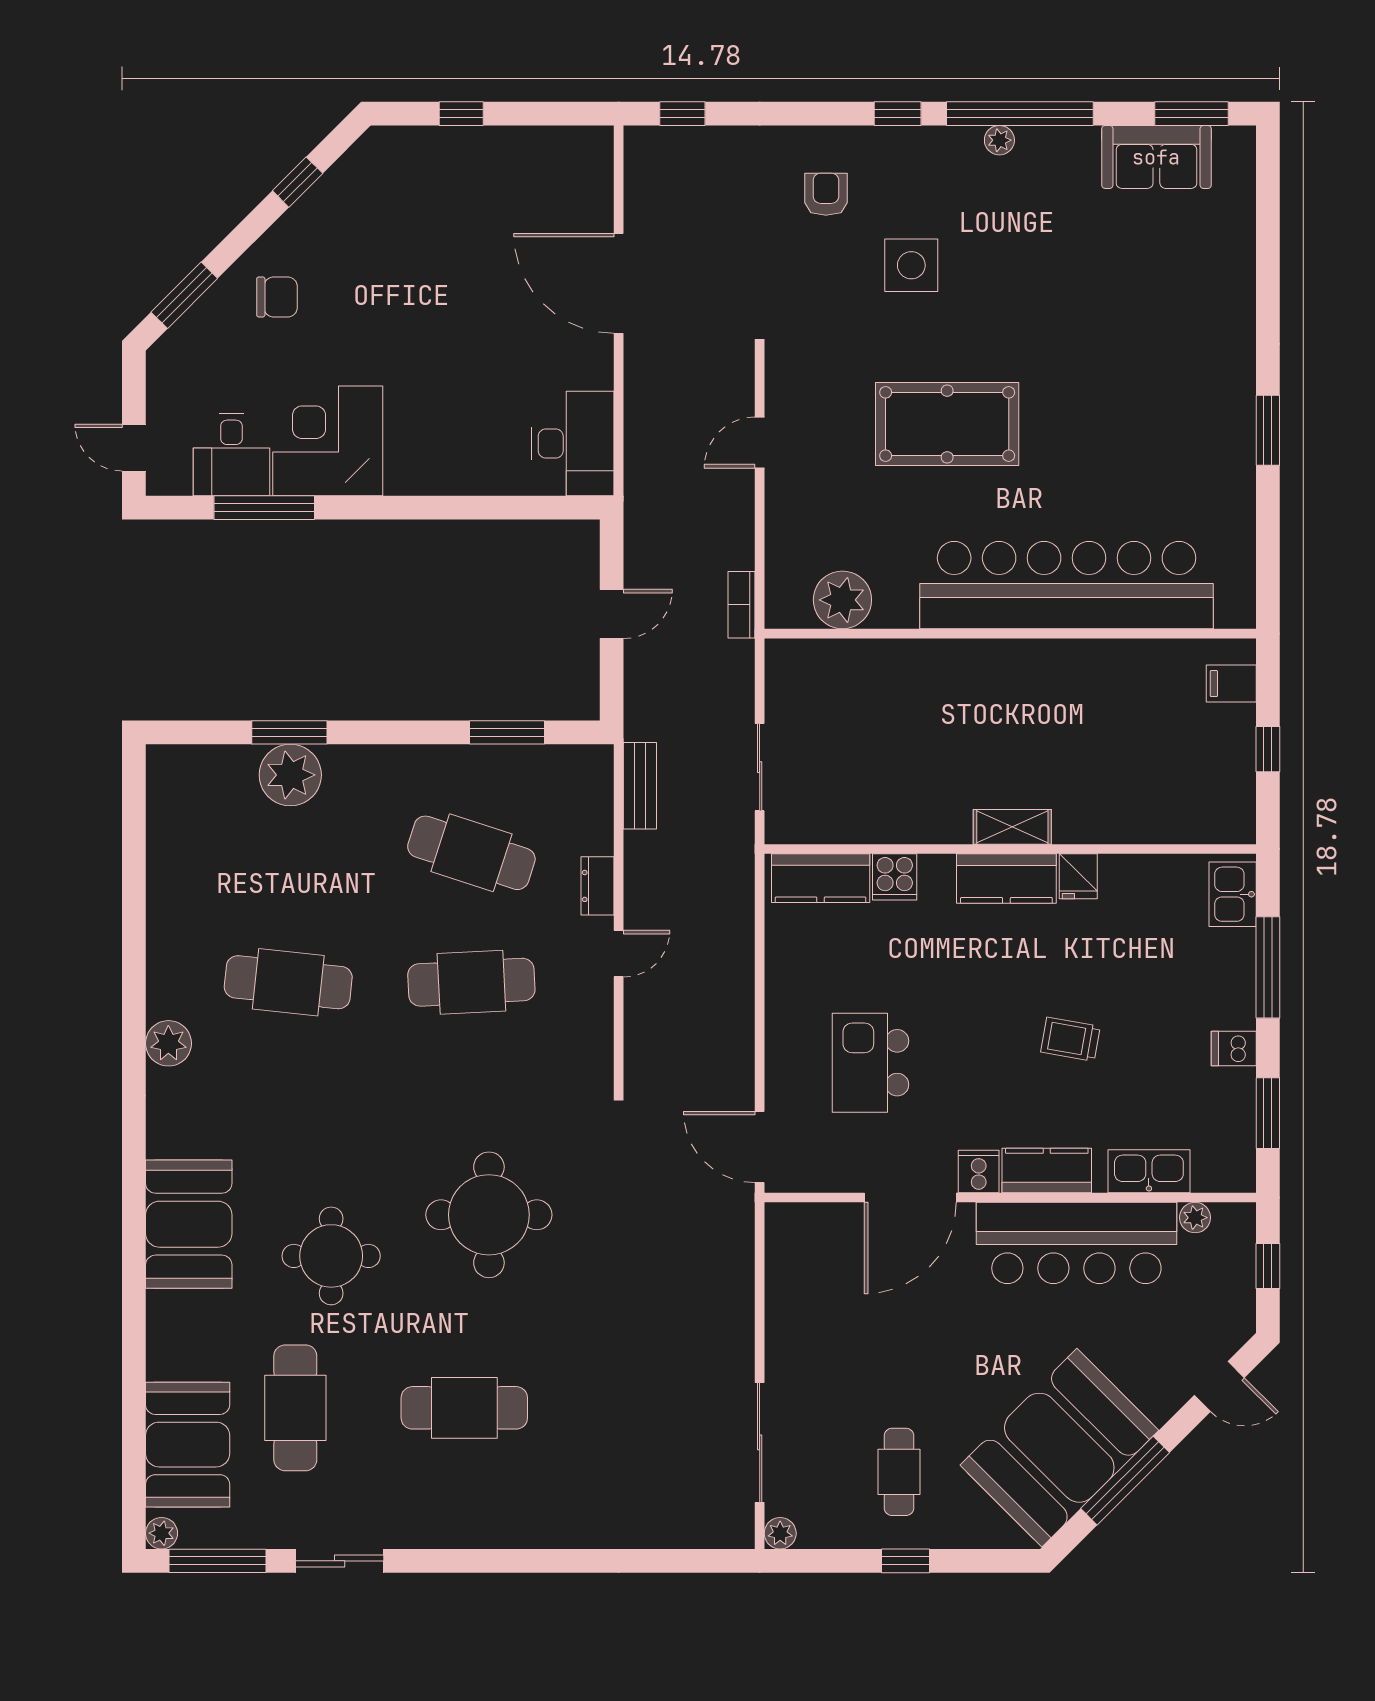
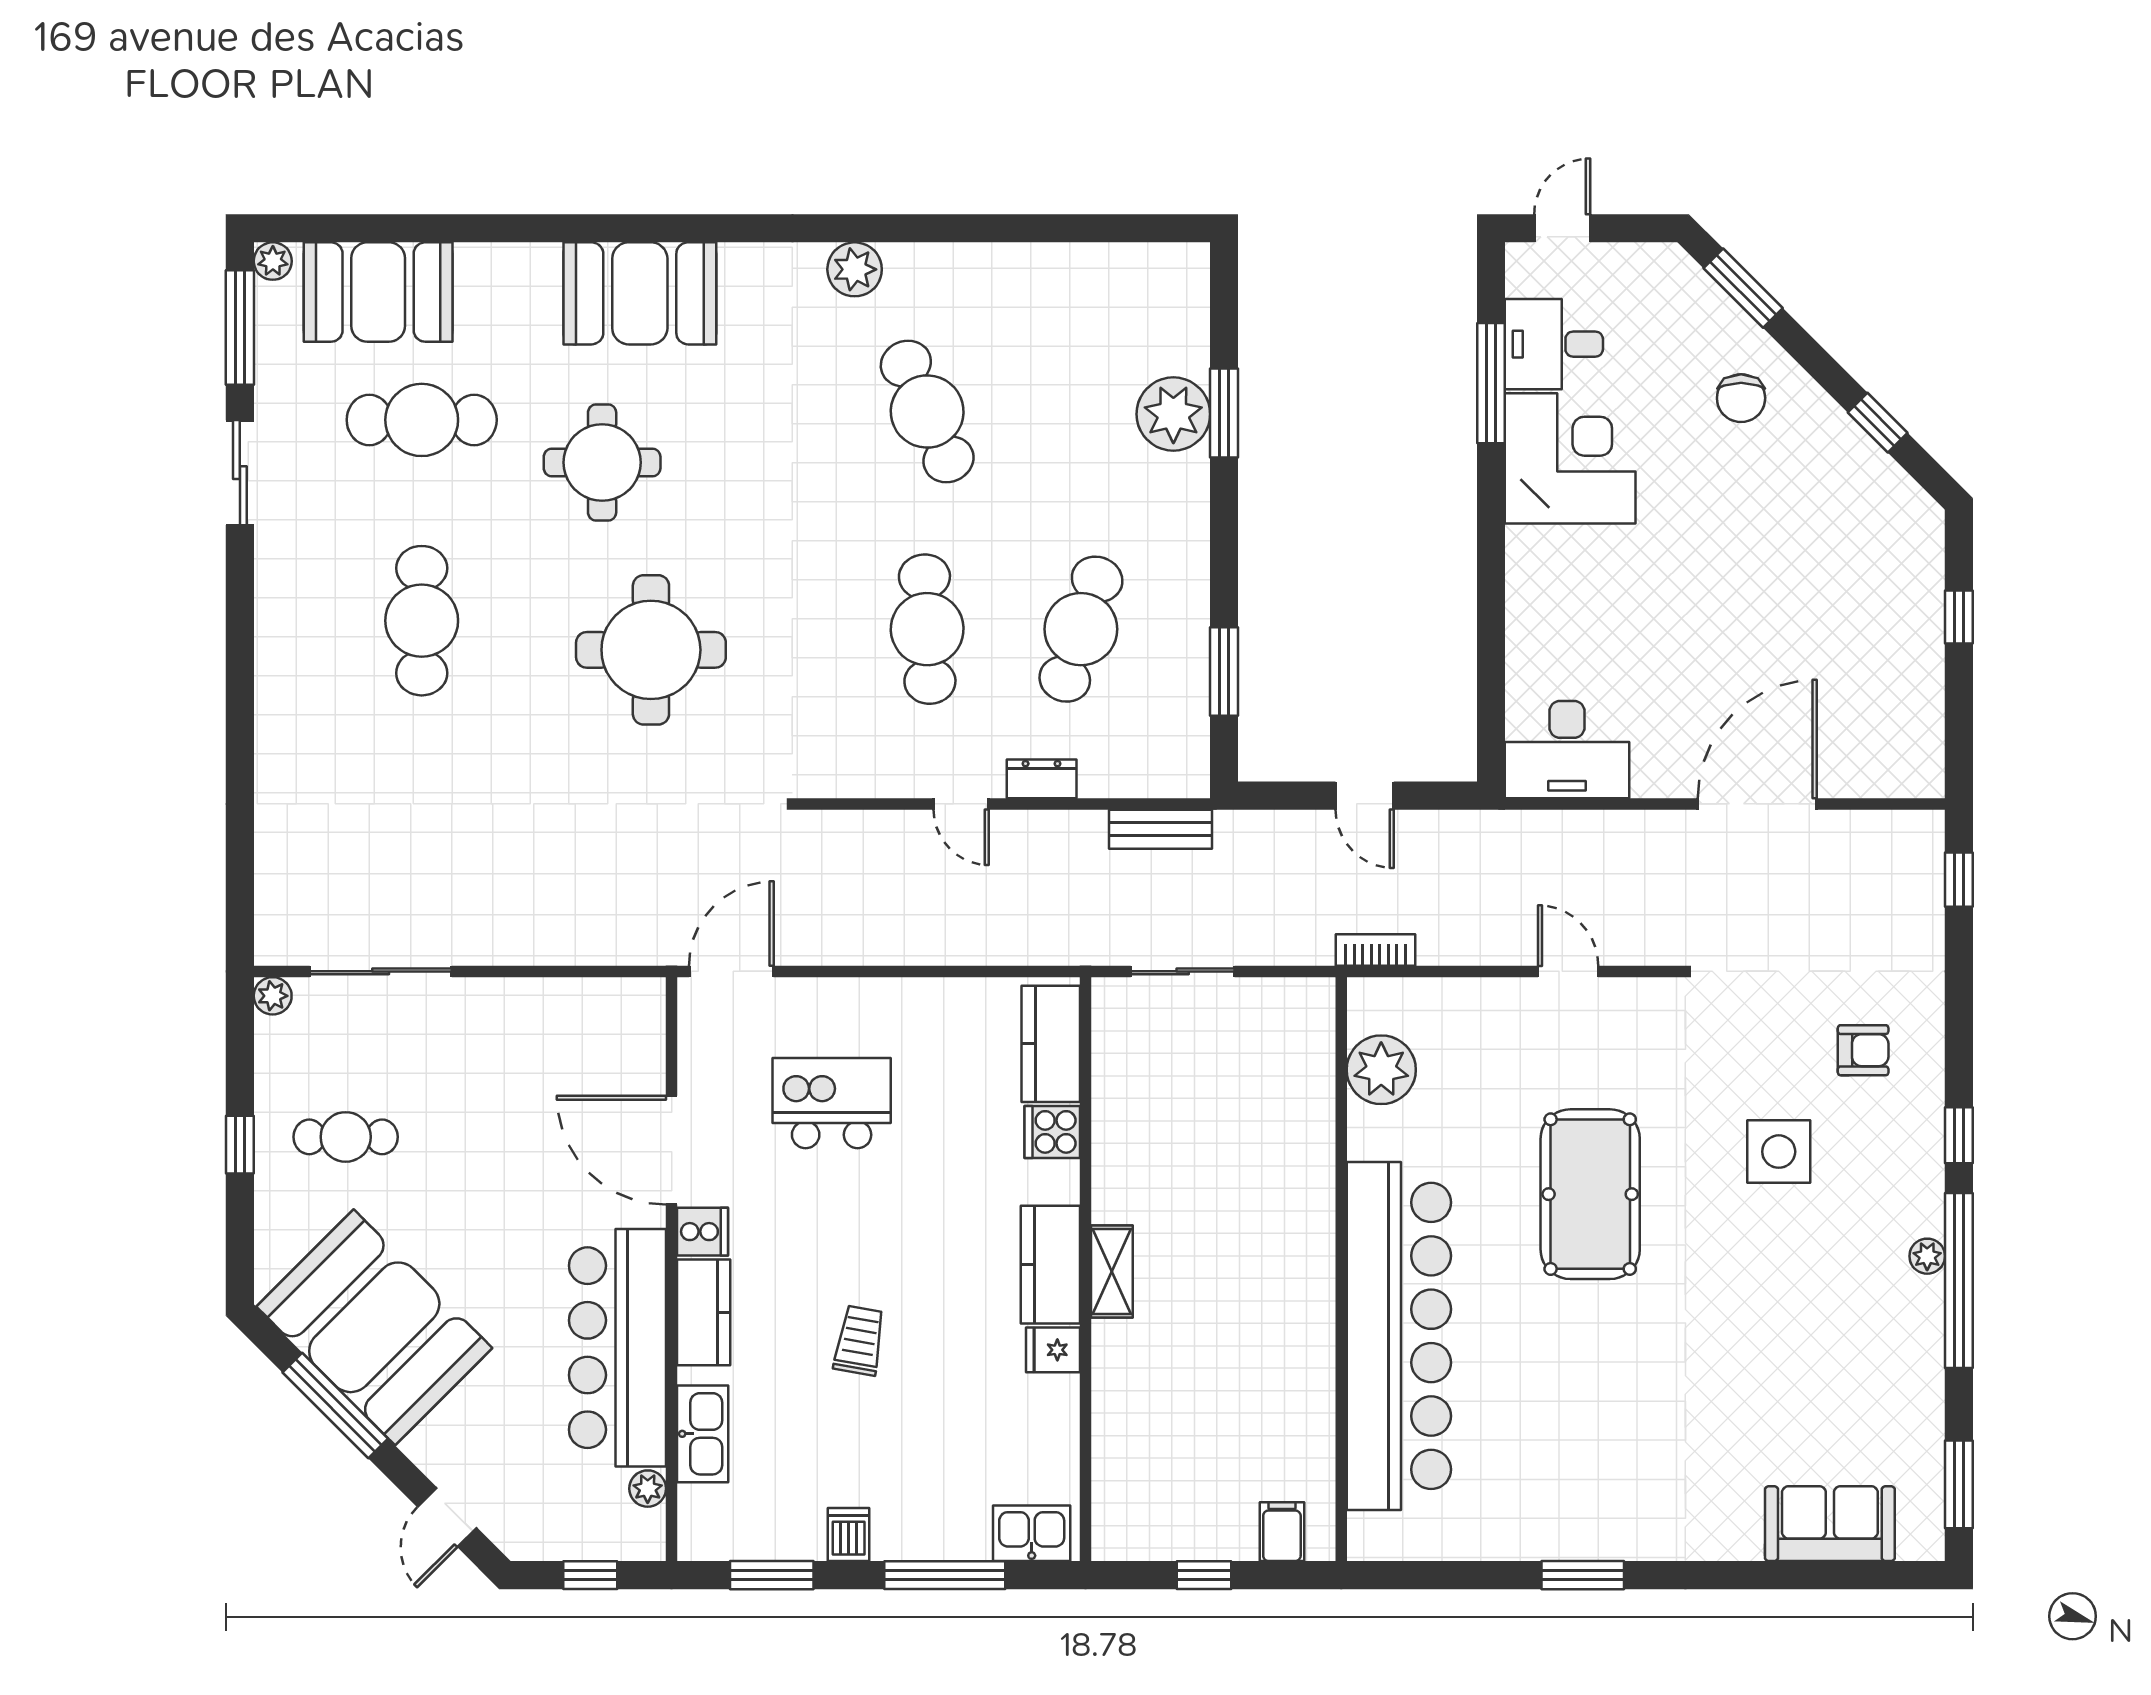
sofa: (1156, 157) -> (1830, 1524), moved, turned 90
cafe table: (288, 982) -> (927, 412), turned -30

